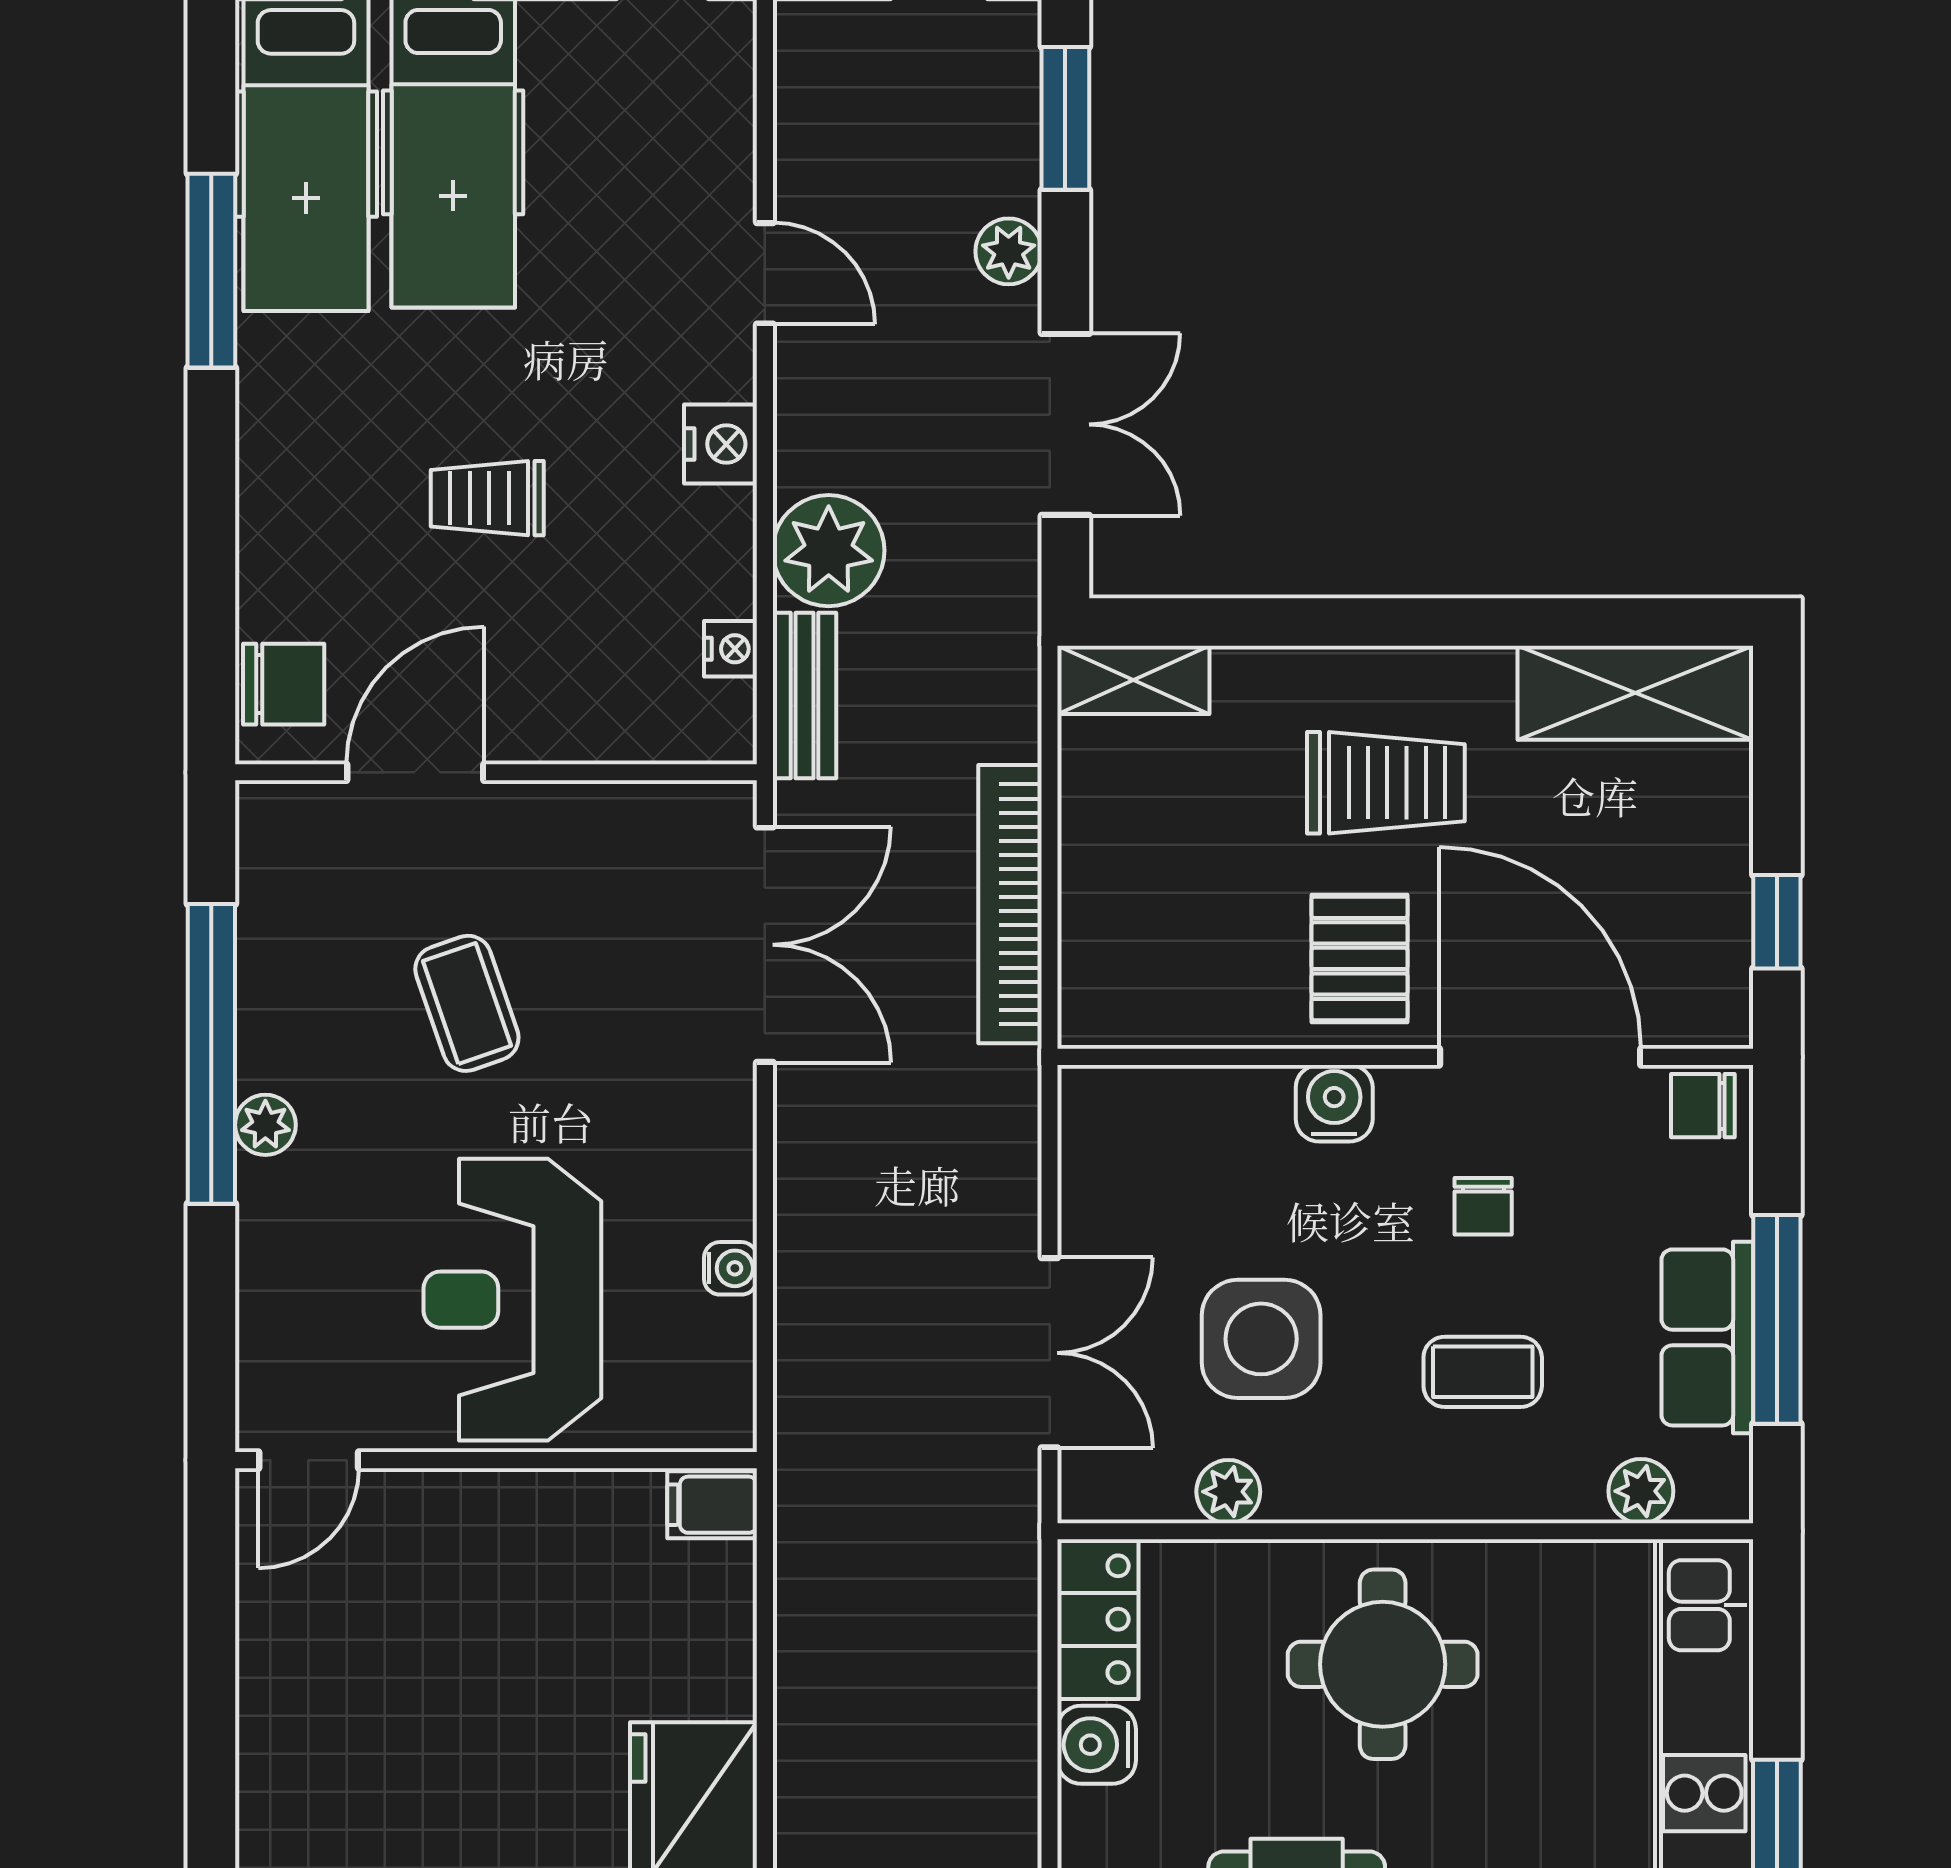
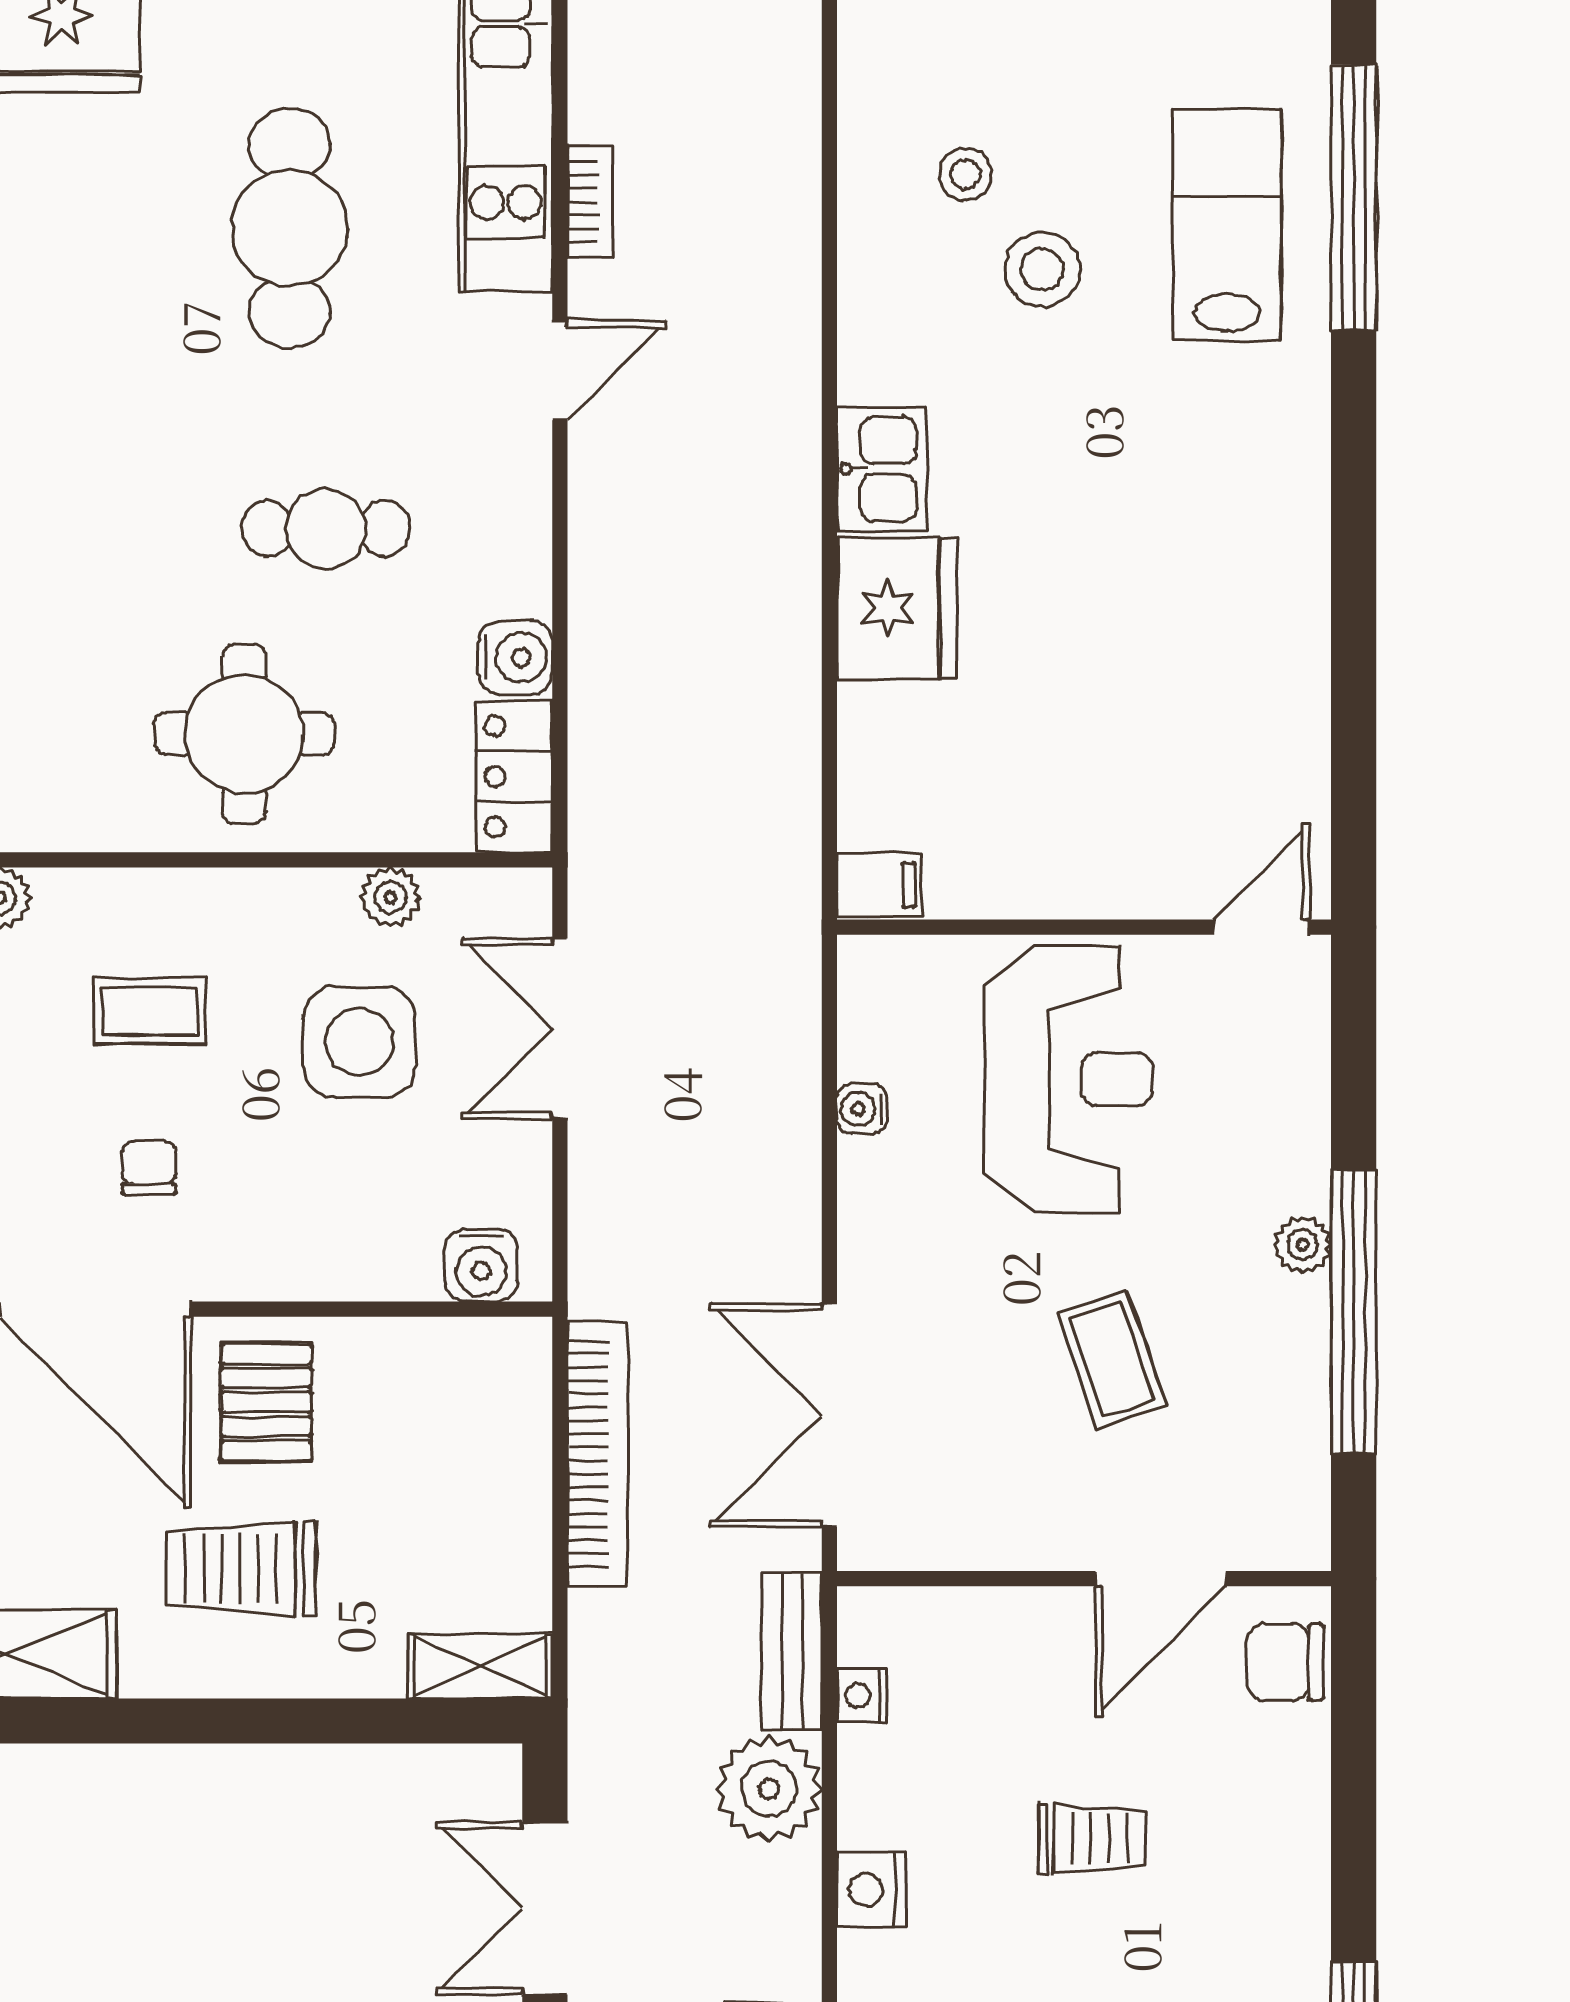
water cooler: (1334, 1103) -> (481, 1265), moved

